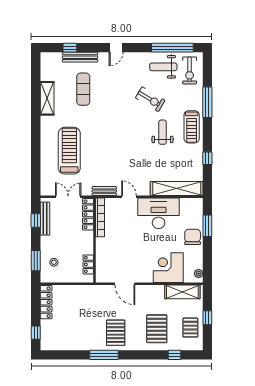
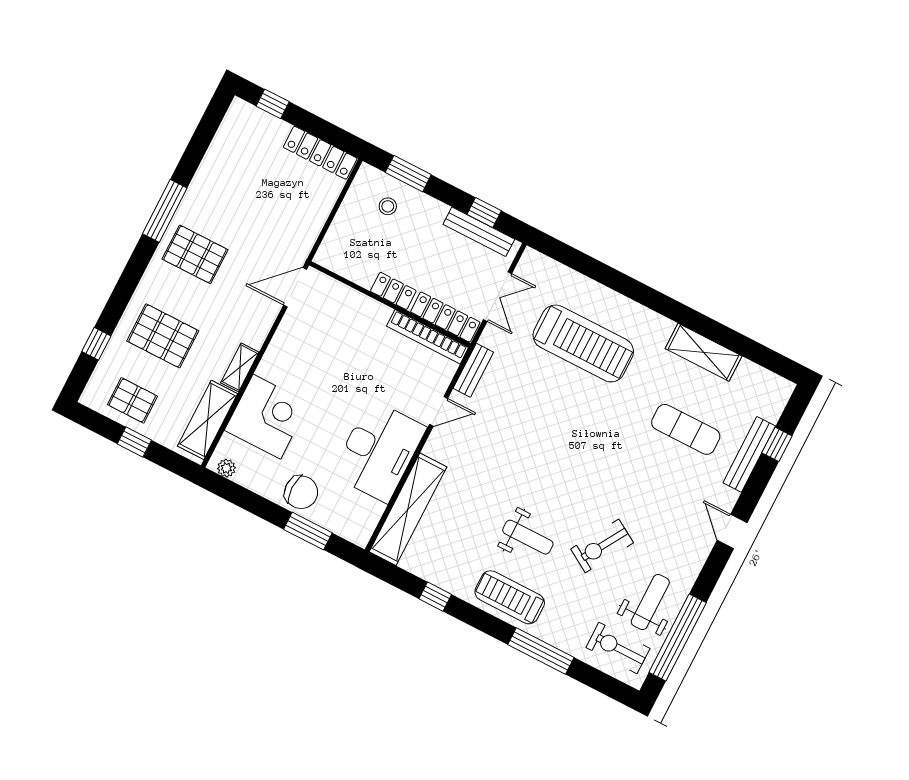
locker: (88, 264) -> (393, 291), moved
door: (125, 284) -> (295, 287), moved
shelving: (153, 290) -> (240, 367), added

